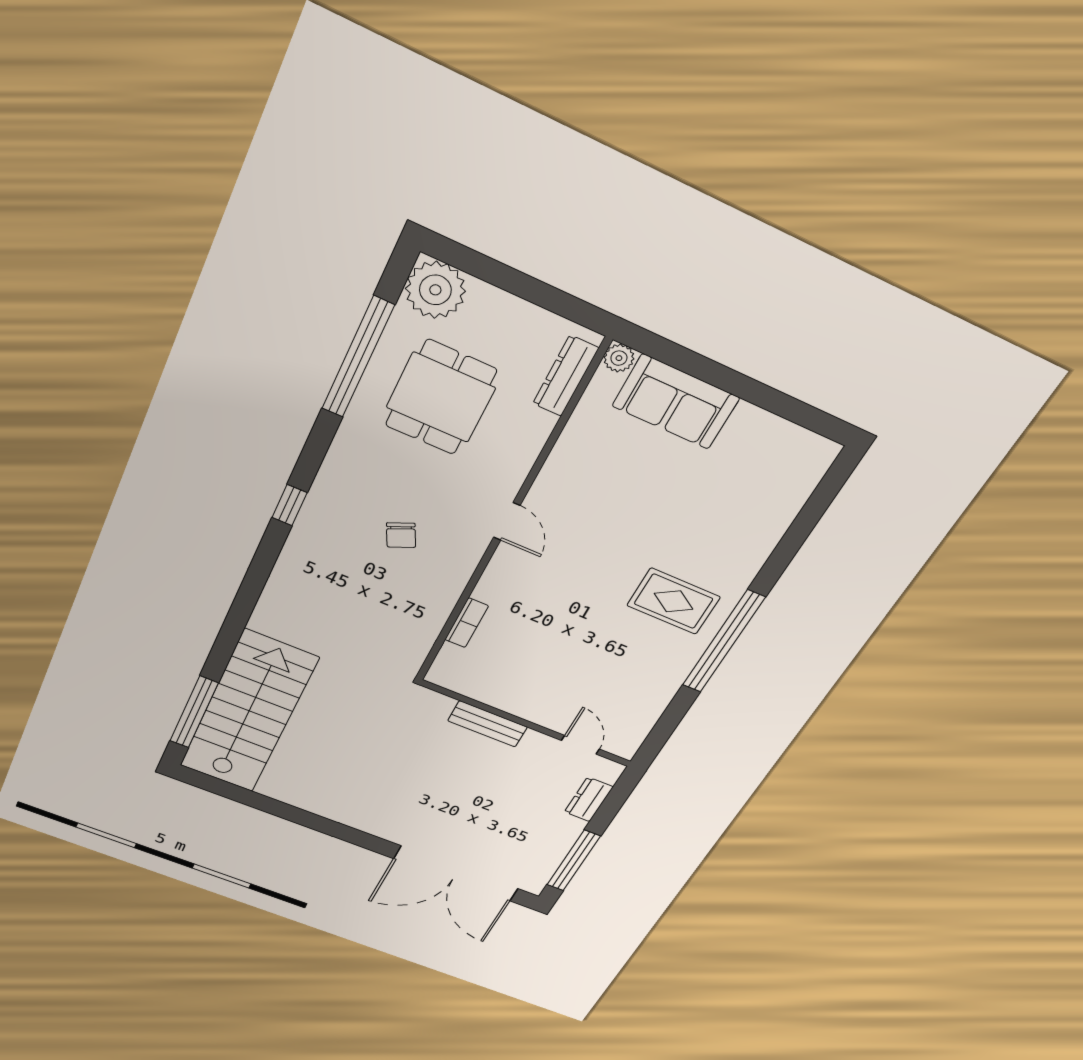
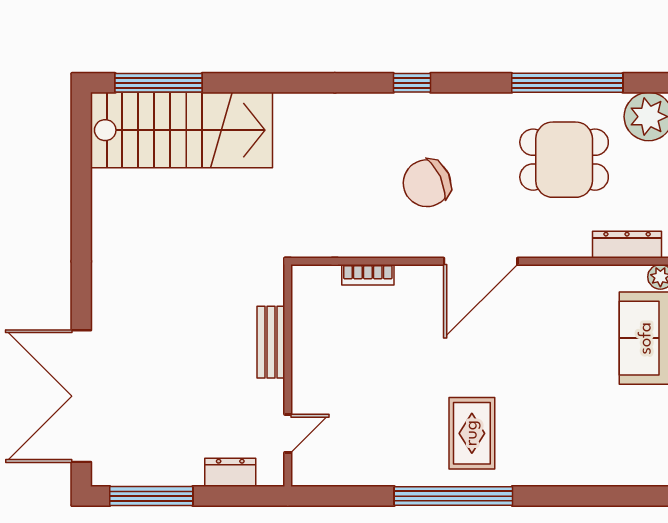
door: (507, 521) -> (481, 261), width x1.88
chair: (401, 535) -> (427, 183), width x1.87, depth x1.87

